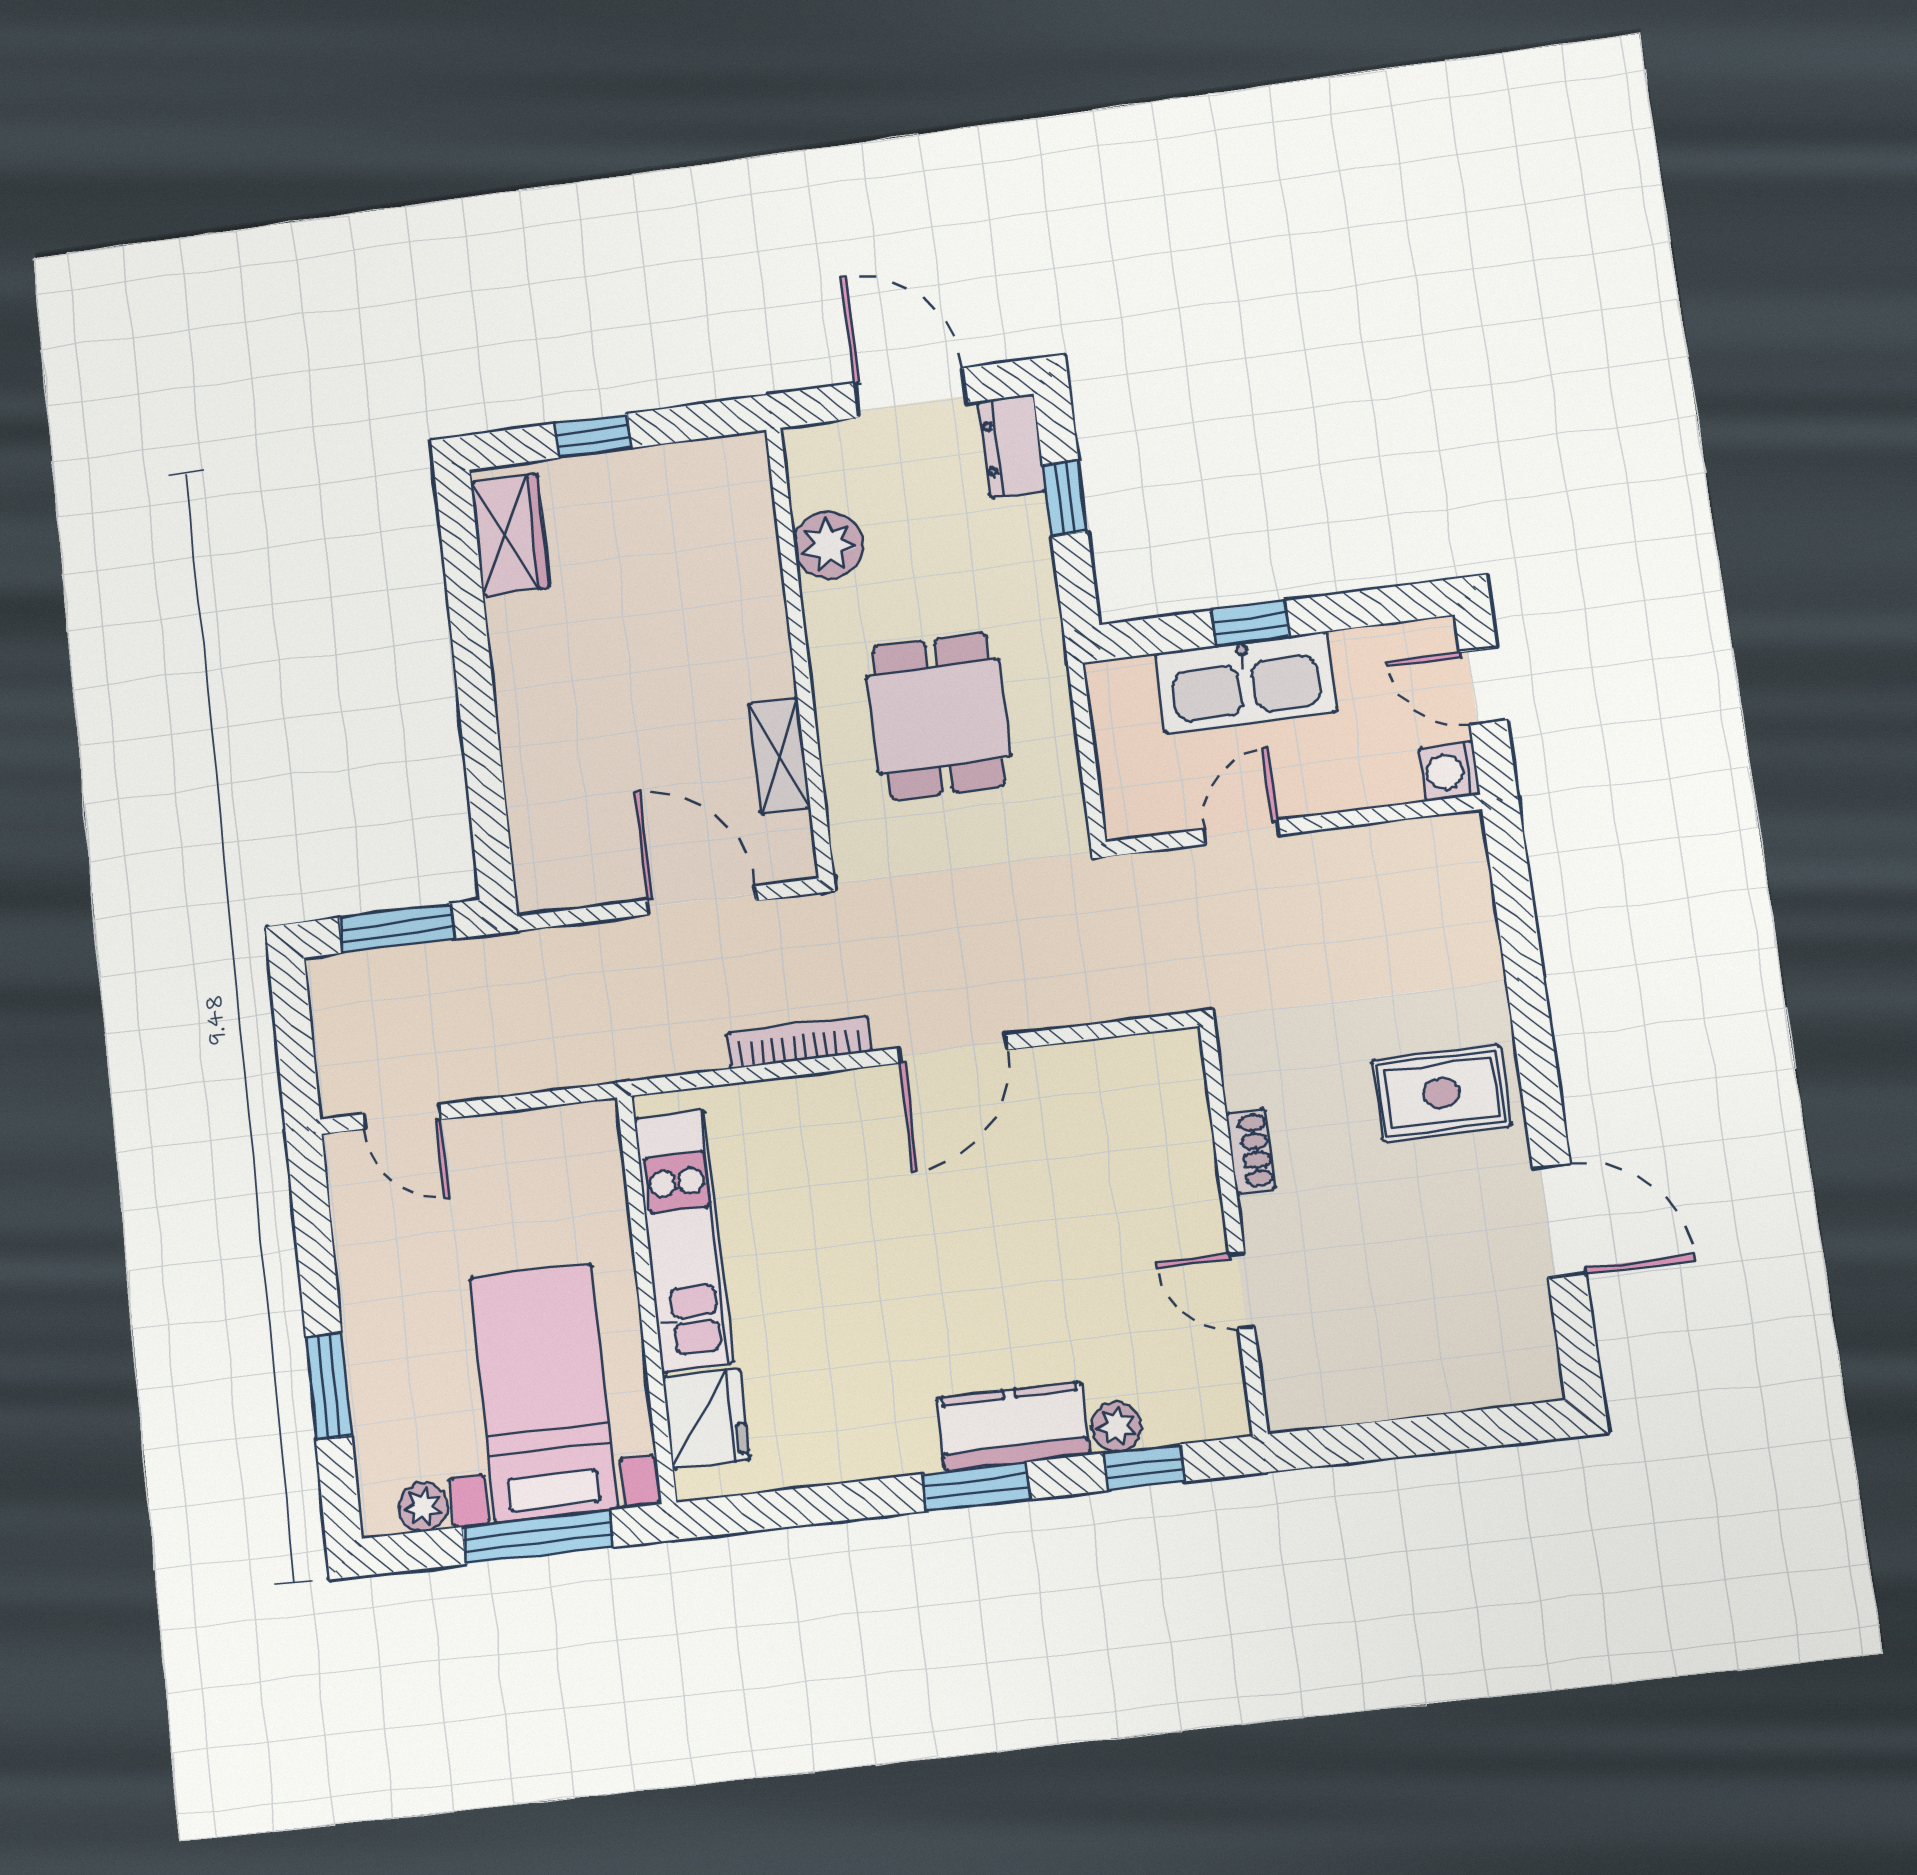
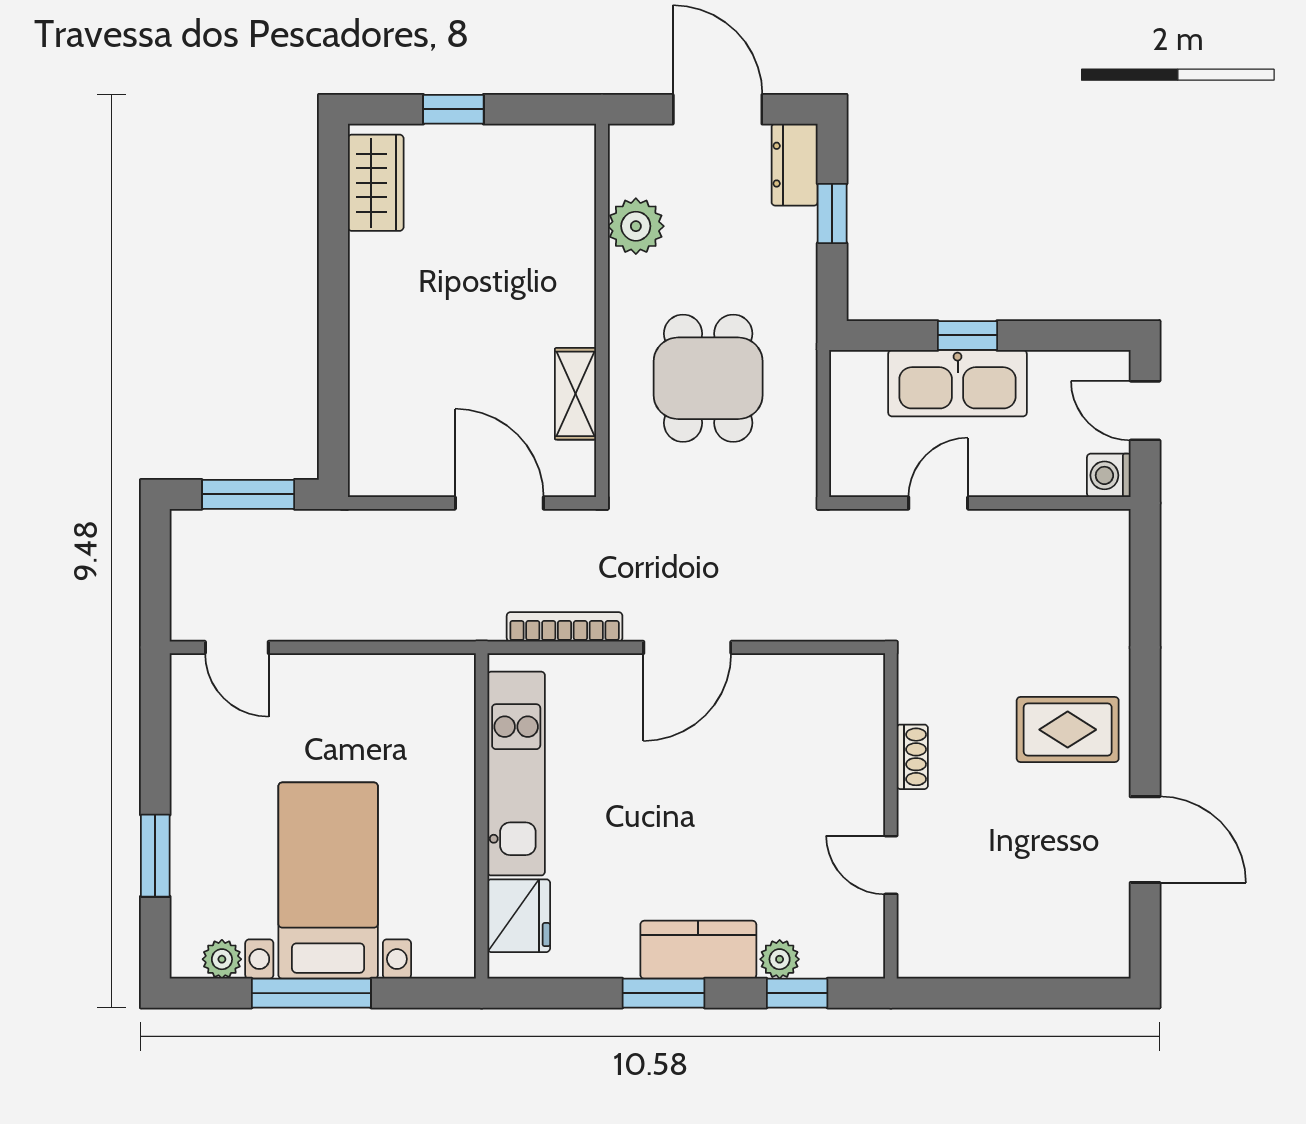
kitchen unit: (683, 1241) -> (516, 774), moved
wall: (647, 1299) -> (482, 816), moved
fridge: (706, 1418) -> (519, 916), moved

